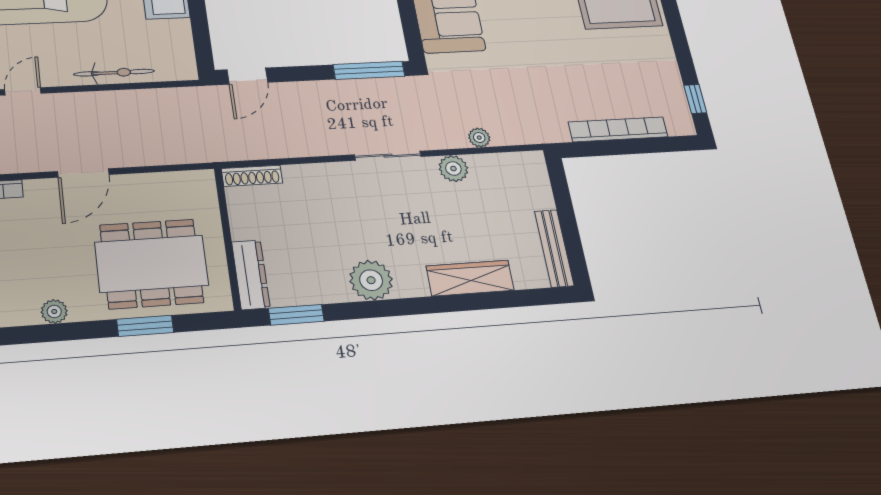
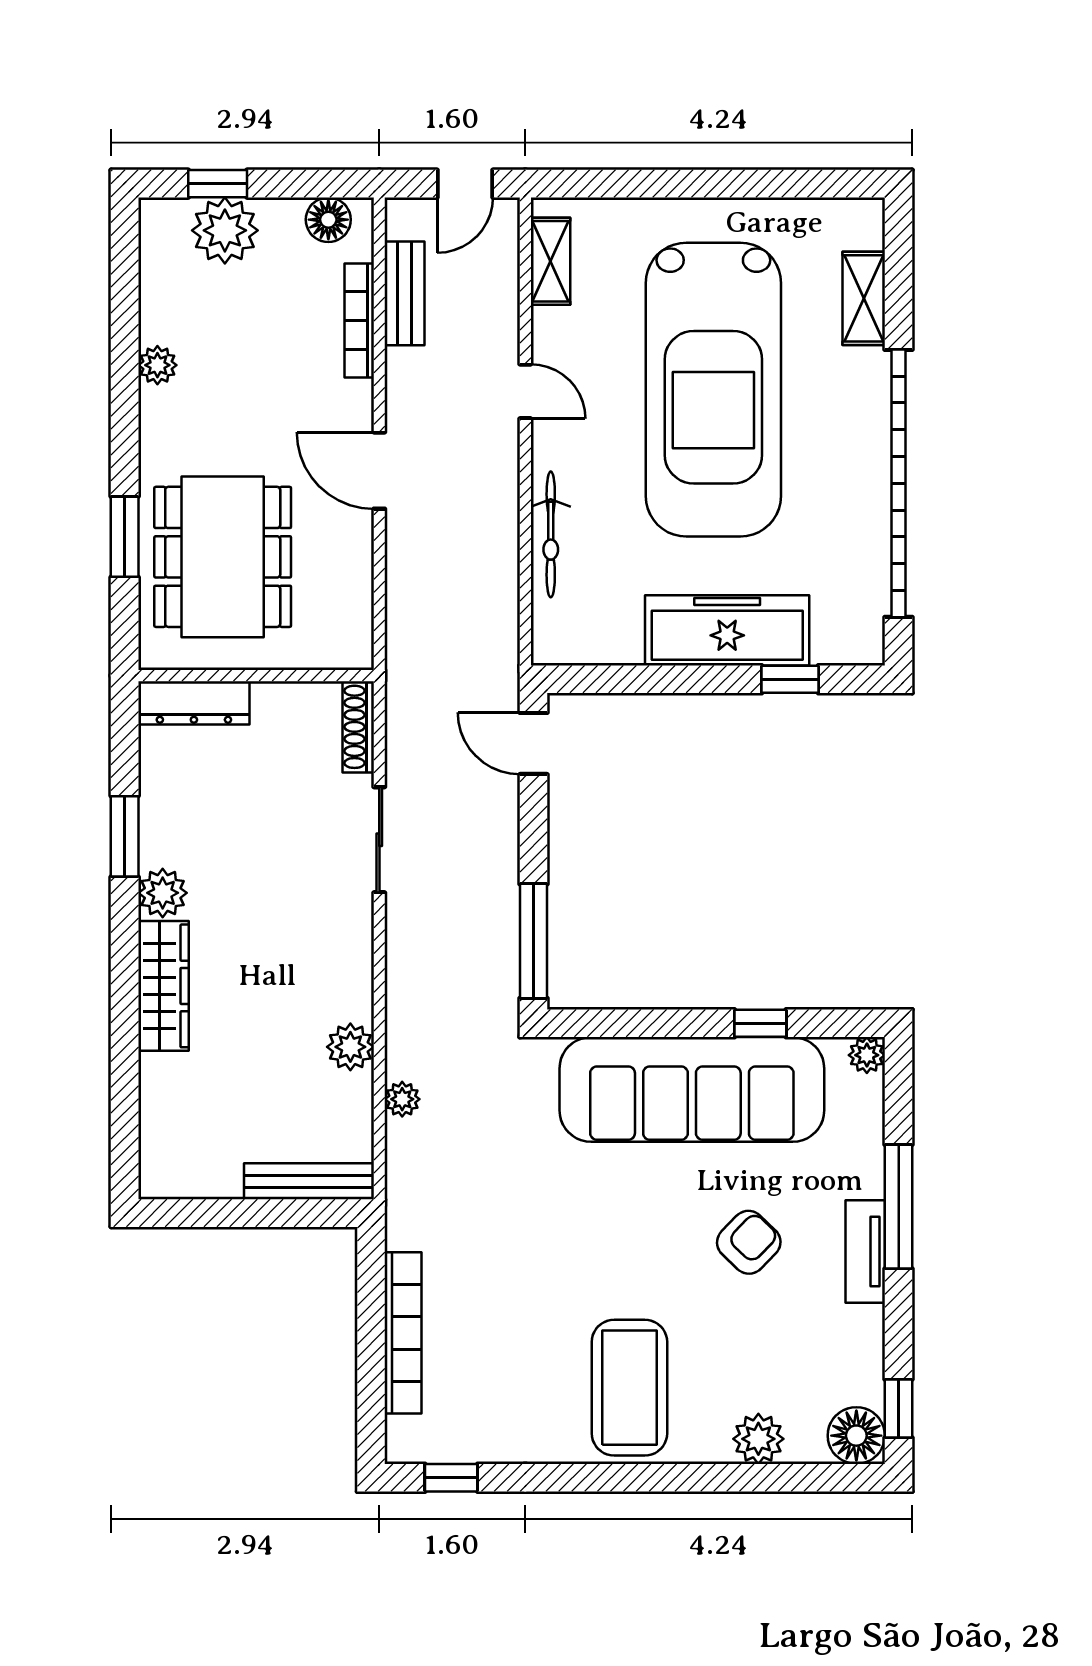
sliding door: (388, 156) -> (379, 840), moved
bench: (554, 248) -> (309, 1181), moved
wardrobe: (470, 278) -> (163, 986), moved
plant: (371, 280) -> (163, 893), width x0.73, depth x0.73
plant: (54, 311) -> (157, 365), moved
window: (296, 315) -> (125, 836), moved

